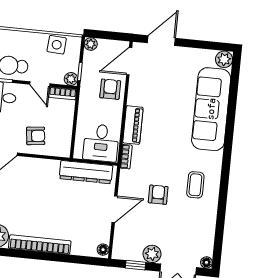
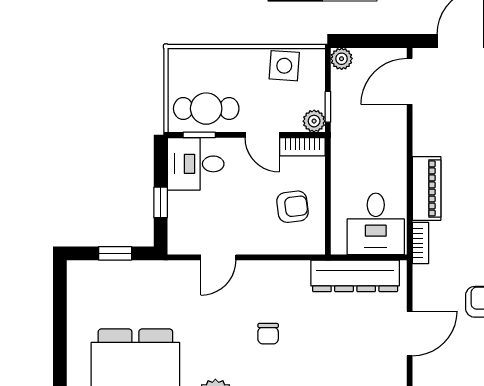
armchair: (110, 89) -> (382, 132), removed
armchair: (36, 136) -> (293, 207), moved
chair: (32, 201) -> (268, 334), added

